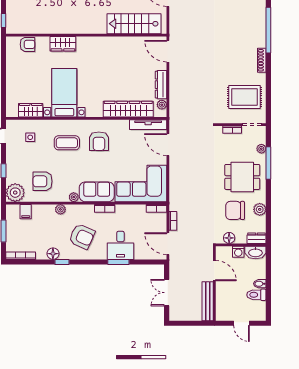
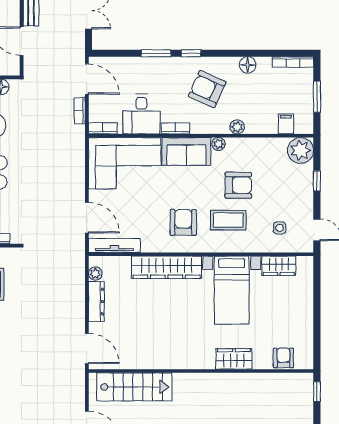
armchair: (27, 44) -> (283, 358), turned 90
wardrobe: (128, 109) -> (167, 267), moved
armchair: (43, 181) -> (238, 185), moved
desk: (120, 245) -> (141, 114), moved, turned 180
window: (62, 262) -> (191, 53), moved

